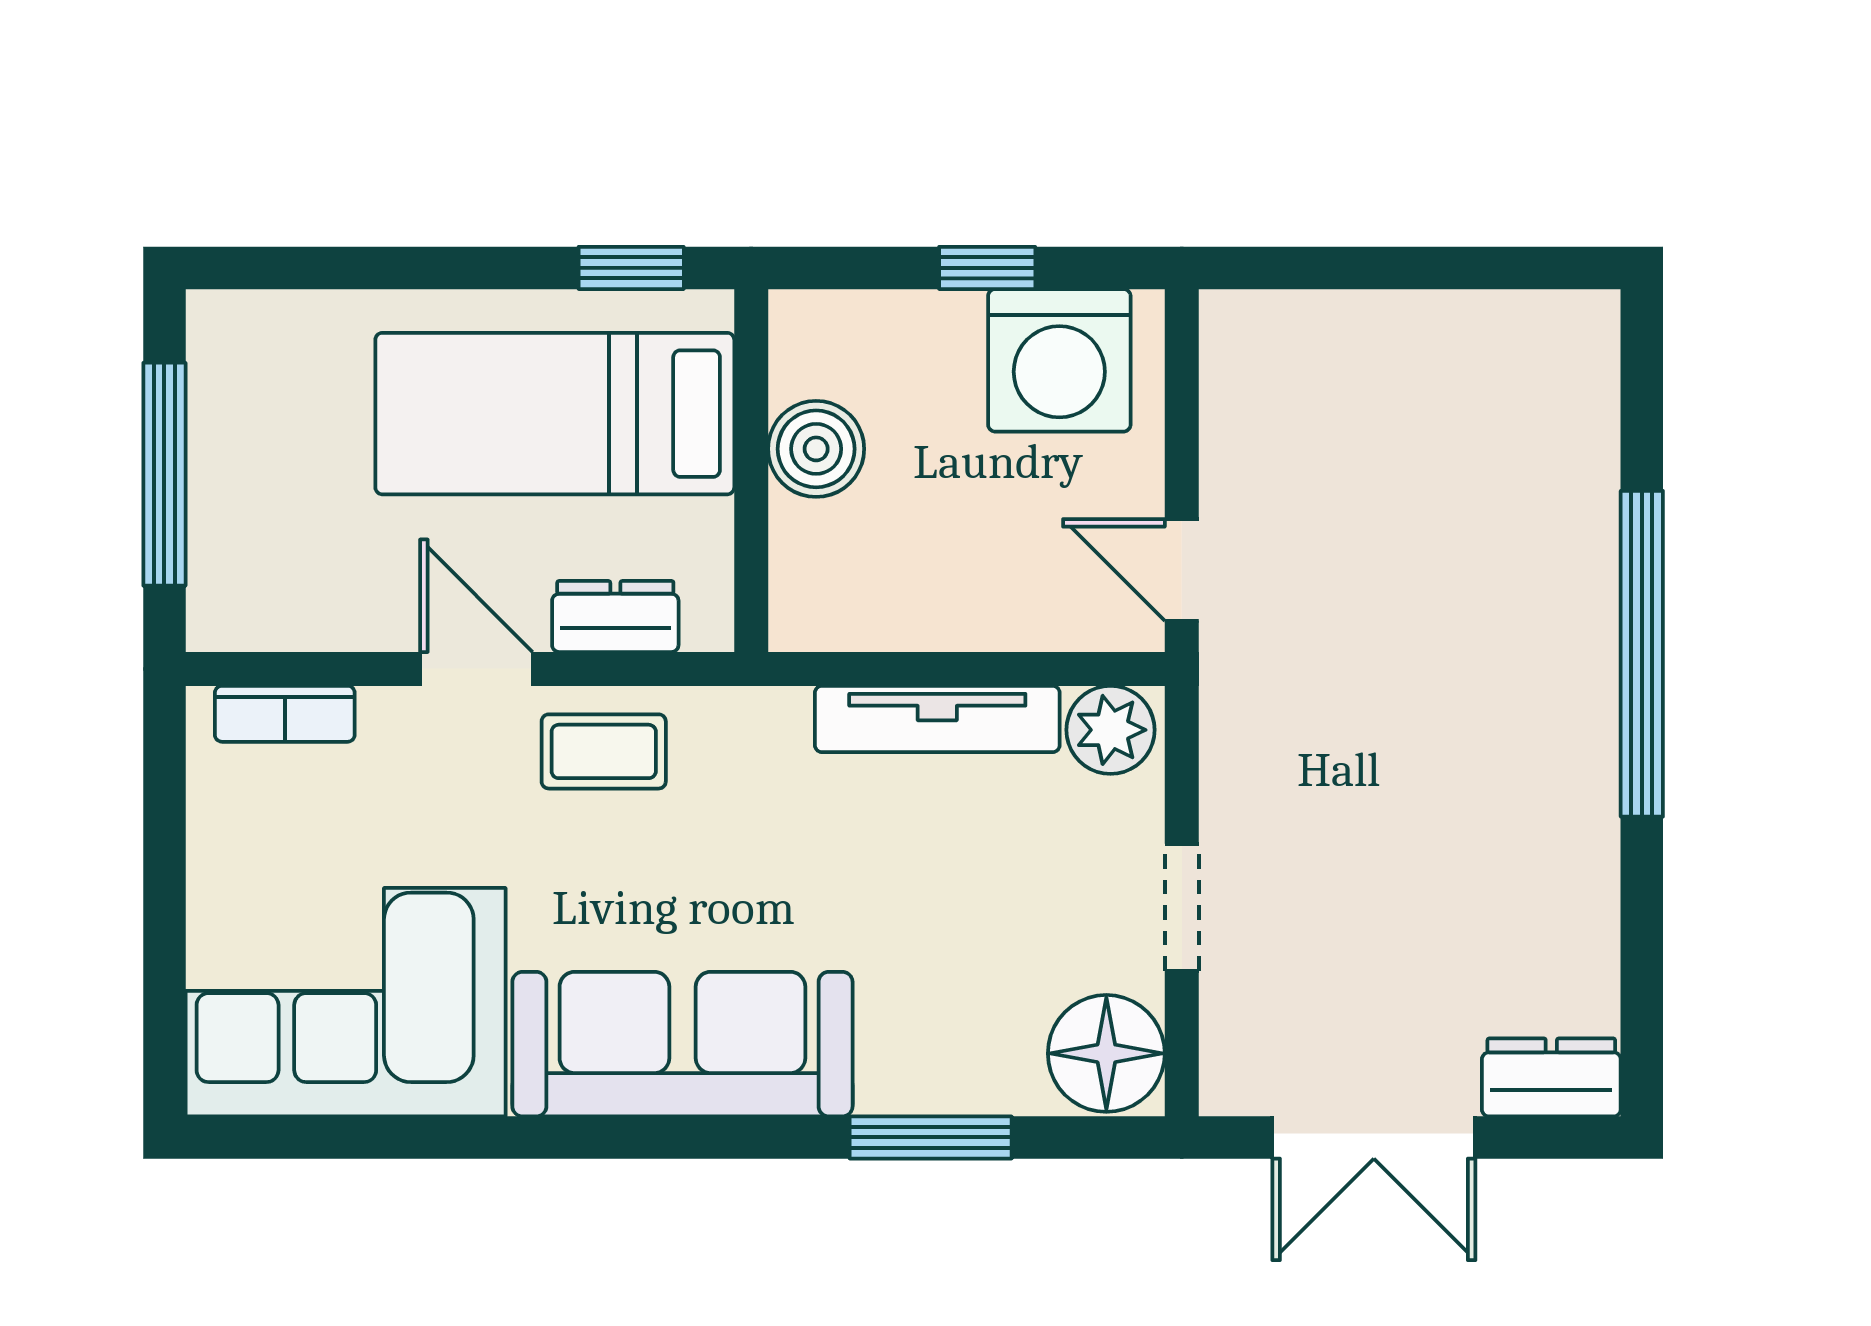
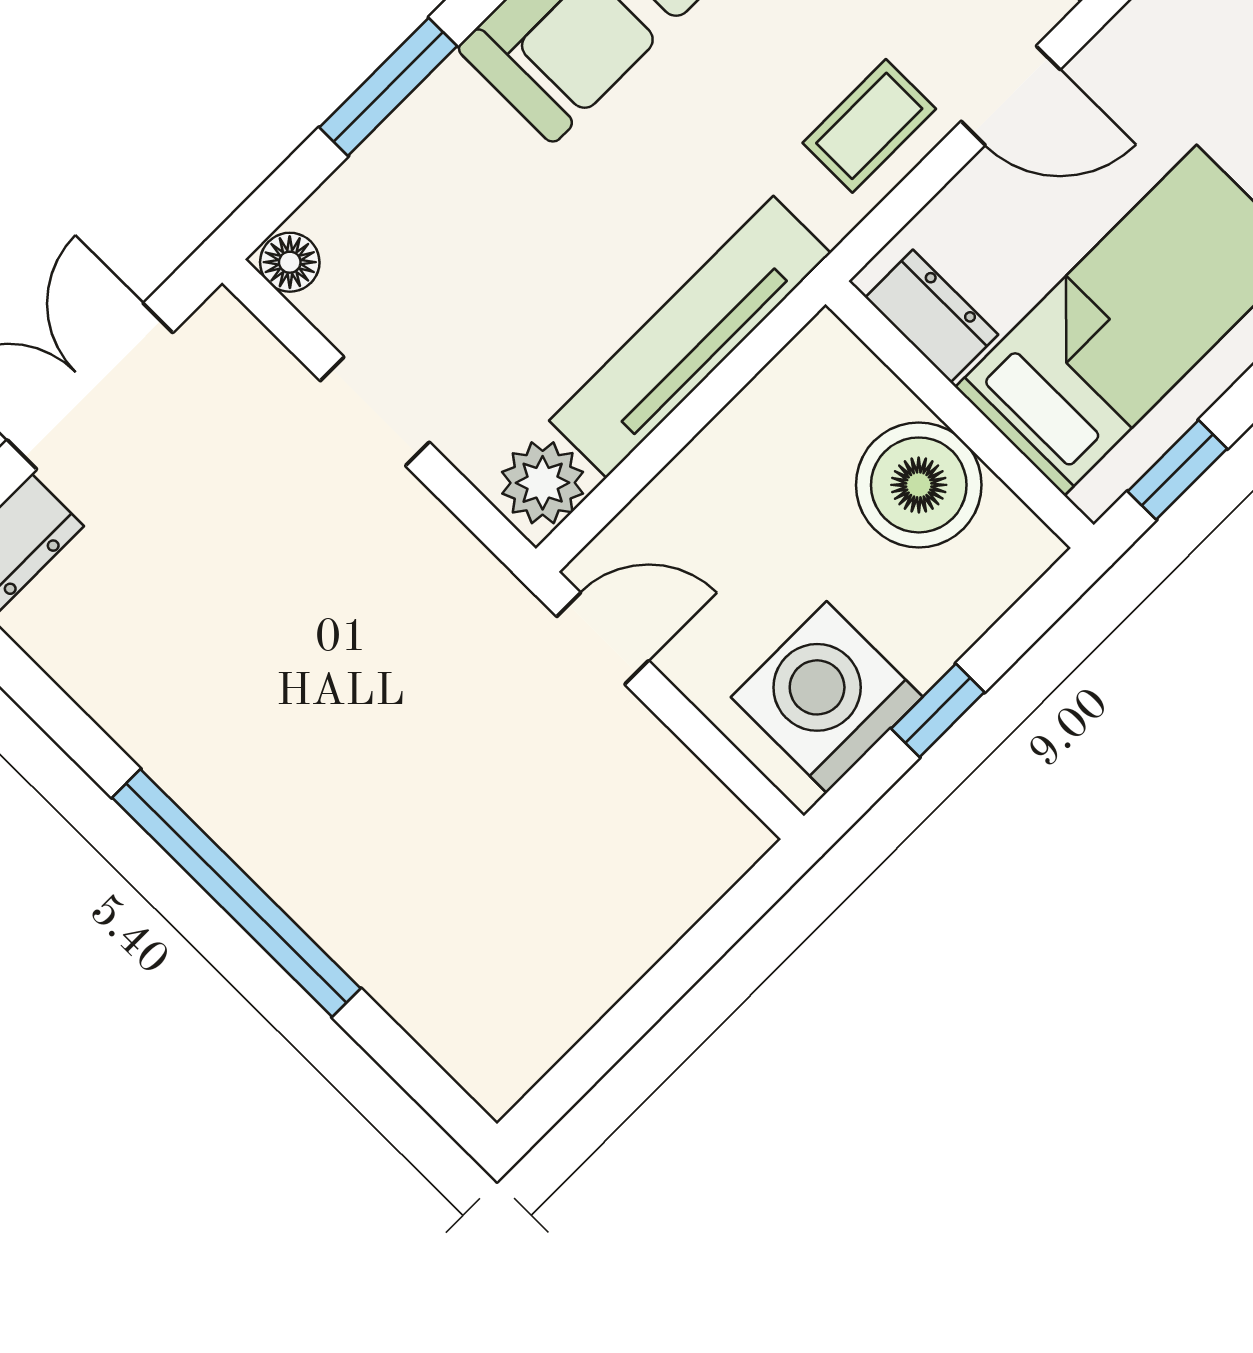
boiler: (816, 449) -> (919, 485), width x1.37, depth x1.37
dresser: (615, 616) -> (932, 316), moved, turned -90
tv unit: (937, 719) -> (690, 337), width x1.36, depth x1.29
floor lamp: (1106, 1053) -> (290, 262), width x0.53, depth x0.53

